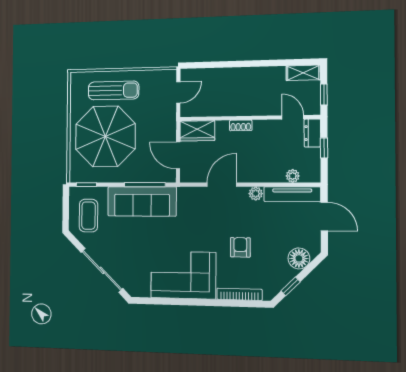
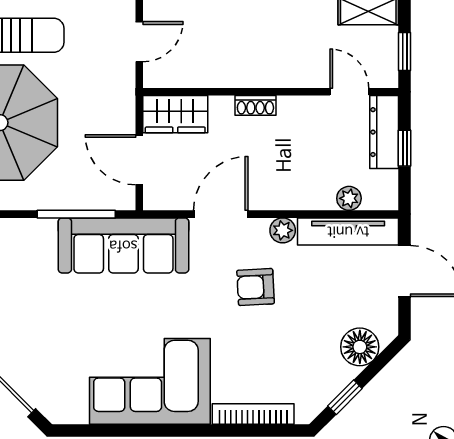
dresser: (312, 133) -> (384, 132), width x1.44
sofa: (142, 201) -> (123, 245), moved
armchair: (240, 247) -> (256, 287), moved, turned -93

